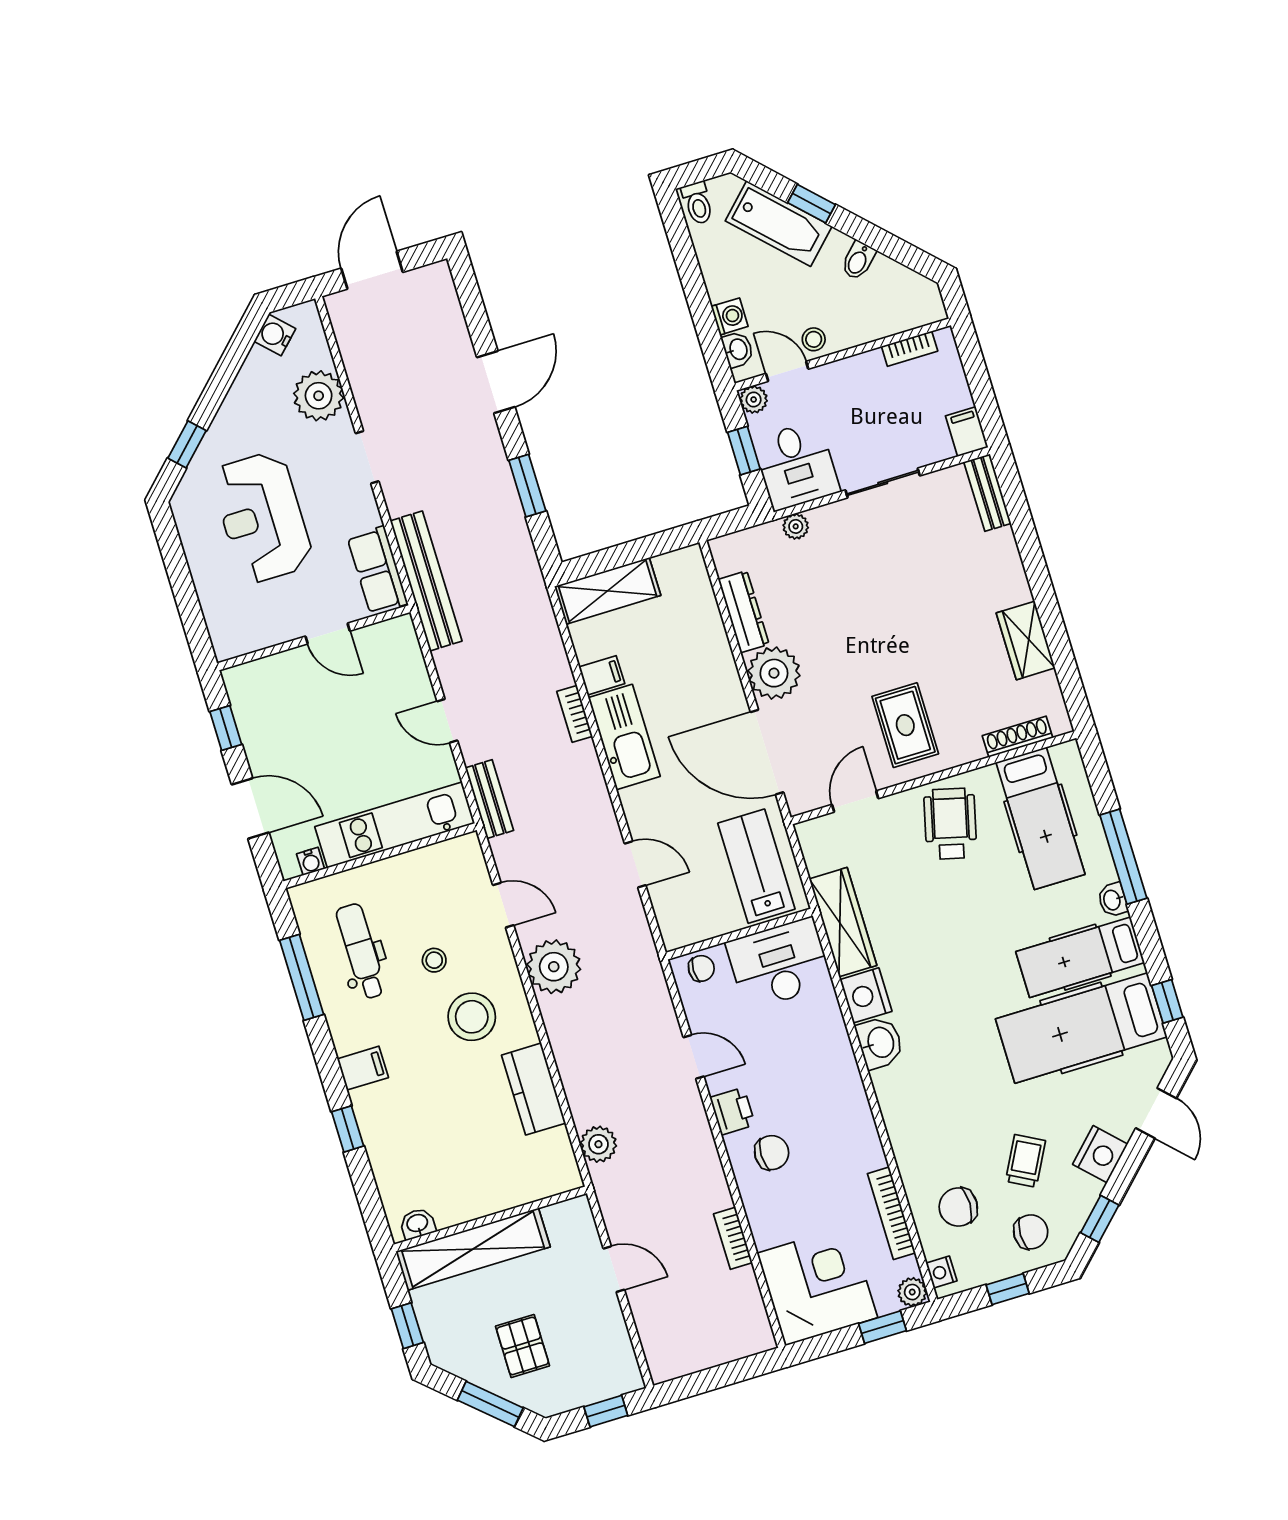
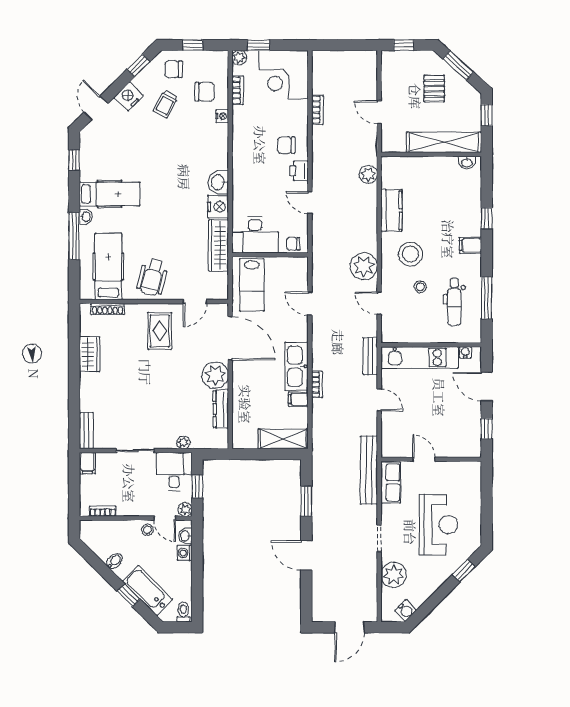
door: (496, 382) -> (306, 556), hinge flipped
hospital bed: (1081, 1028) -> (119, 160), removed
bookcase: (891, 1213) -> (238, 90), width x0.64
nightstand: (941, 1272) -> (222, 116), moved

